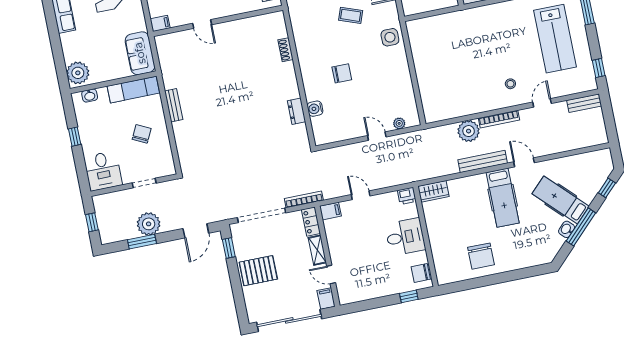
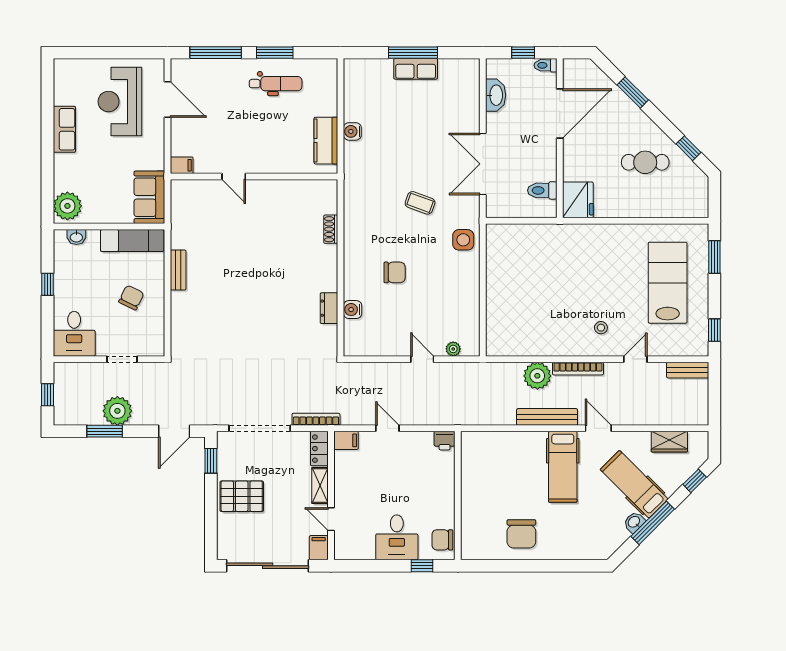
lab bench: (555, 39) -> (668, 283), turned 180
wardrobe: (433, 191) -> (669, 442), moved
desk: (405, 237) -> (397, 537), moved, turned 90

